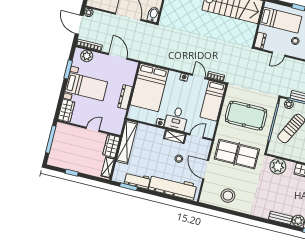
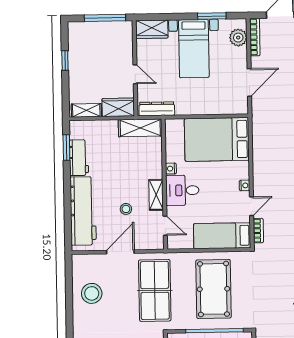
dresser: (125, 97) -> (157, 109), moved
shelving: (127, 142) -> (140, 128), width x0.68

